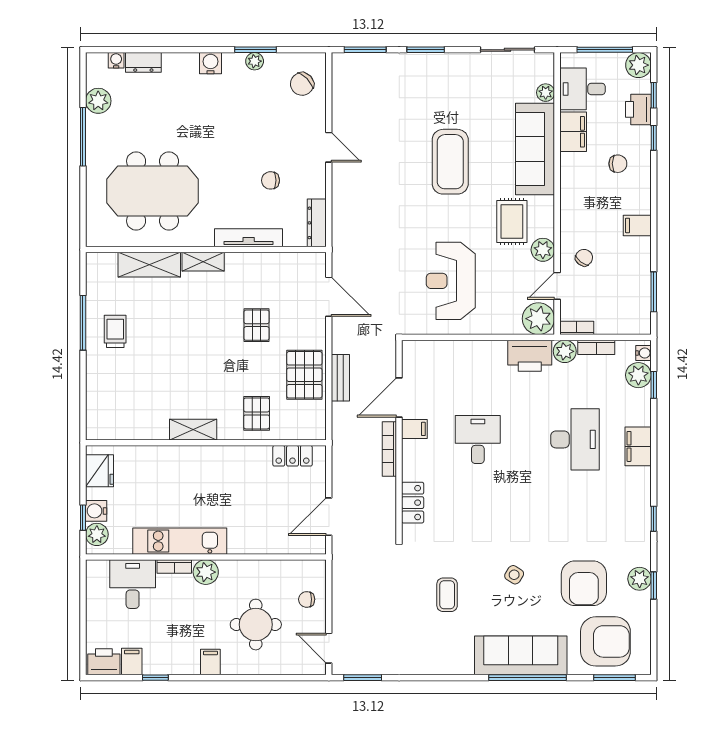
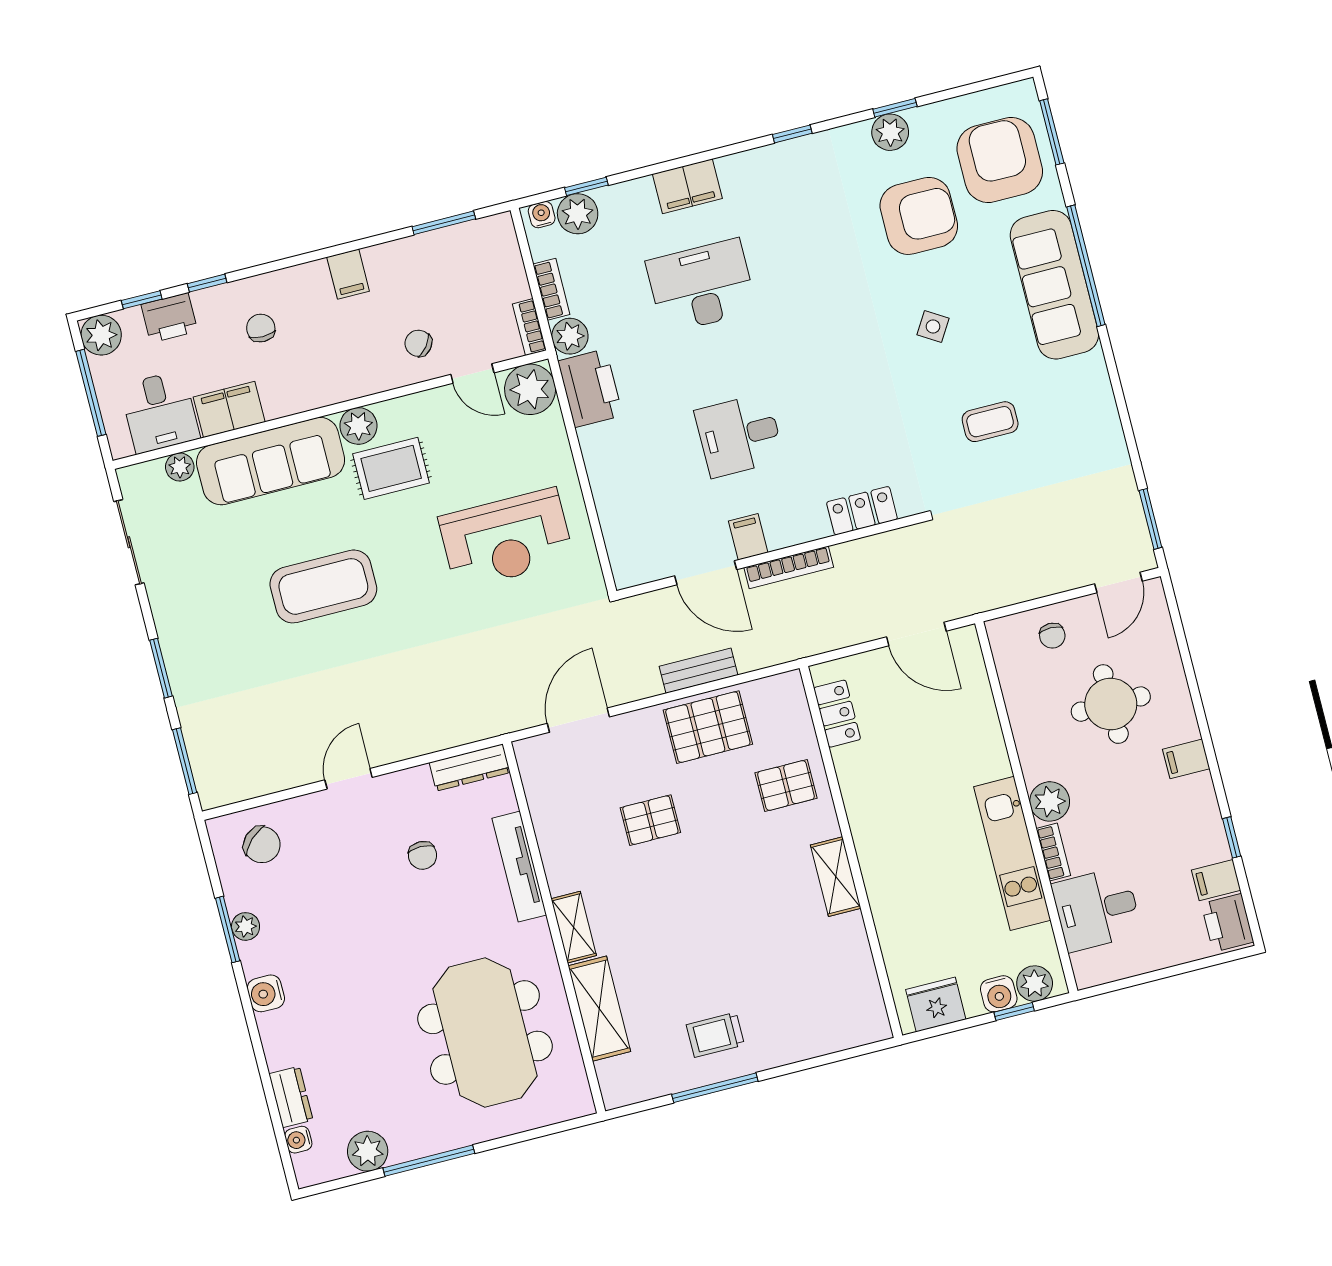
plant: (543, 250) -> (358, 426), moved

